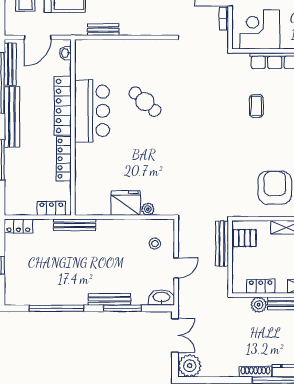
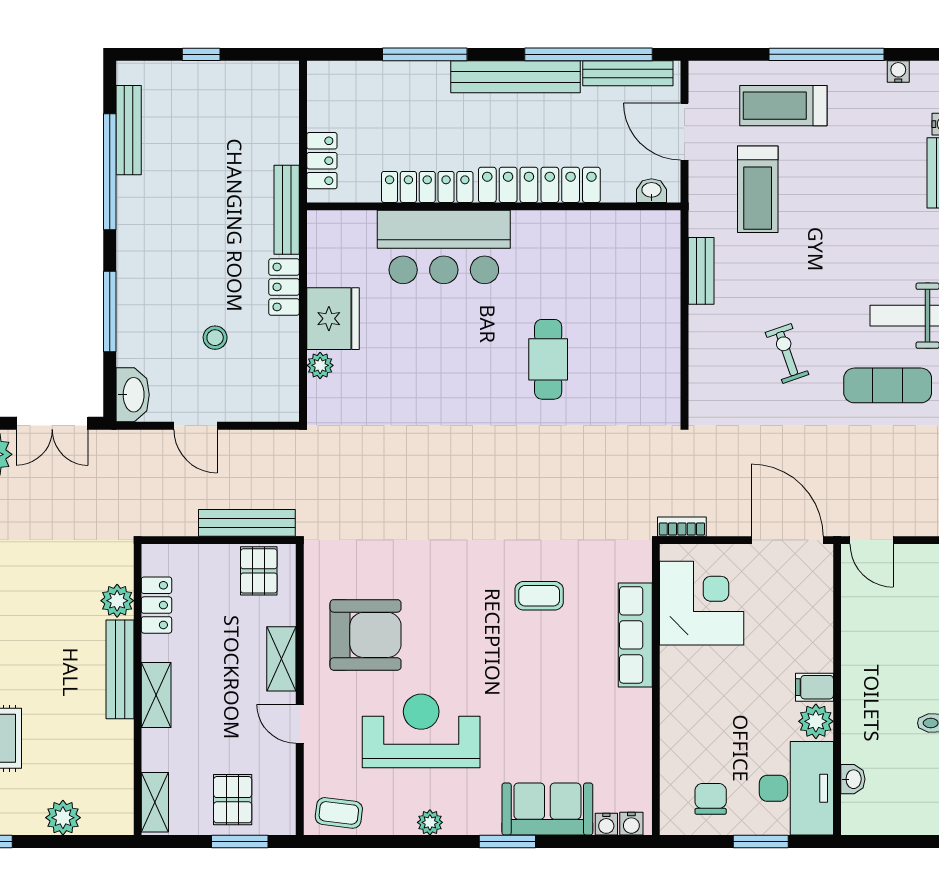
bookcase: (224, 18) -> (682, 527), moved
cafe table: (145, 102) -> (548, 359), turned -42
bar counter: (92, 111) -> (444, 247), moved
locker: (18, 226) -> (284, 287), moved
stool: (155, 244) -> (215, 338), moved
bench: (109, 299) -> (129, 130), moved

